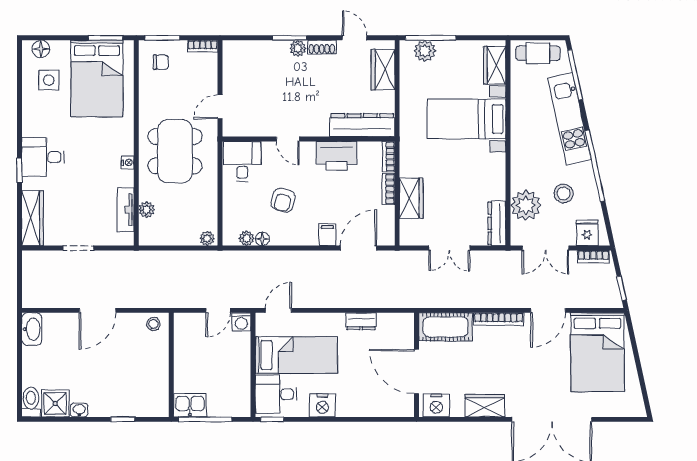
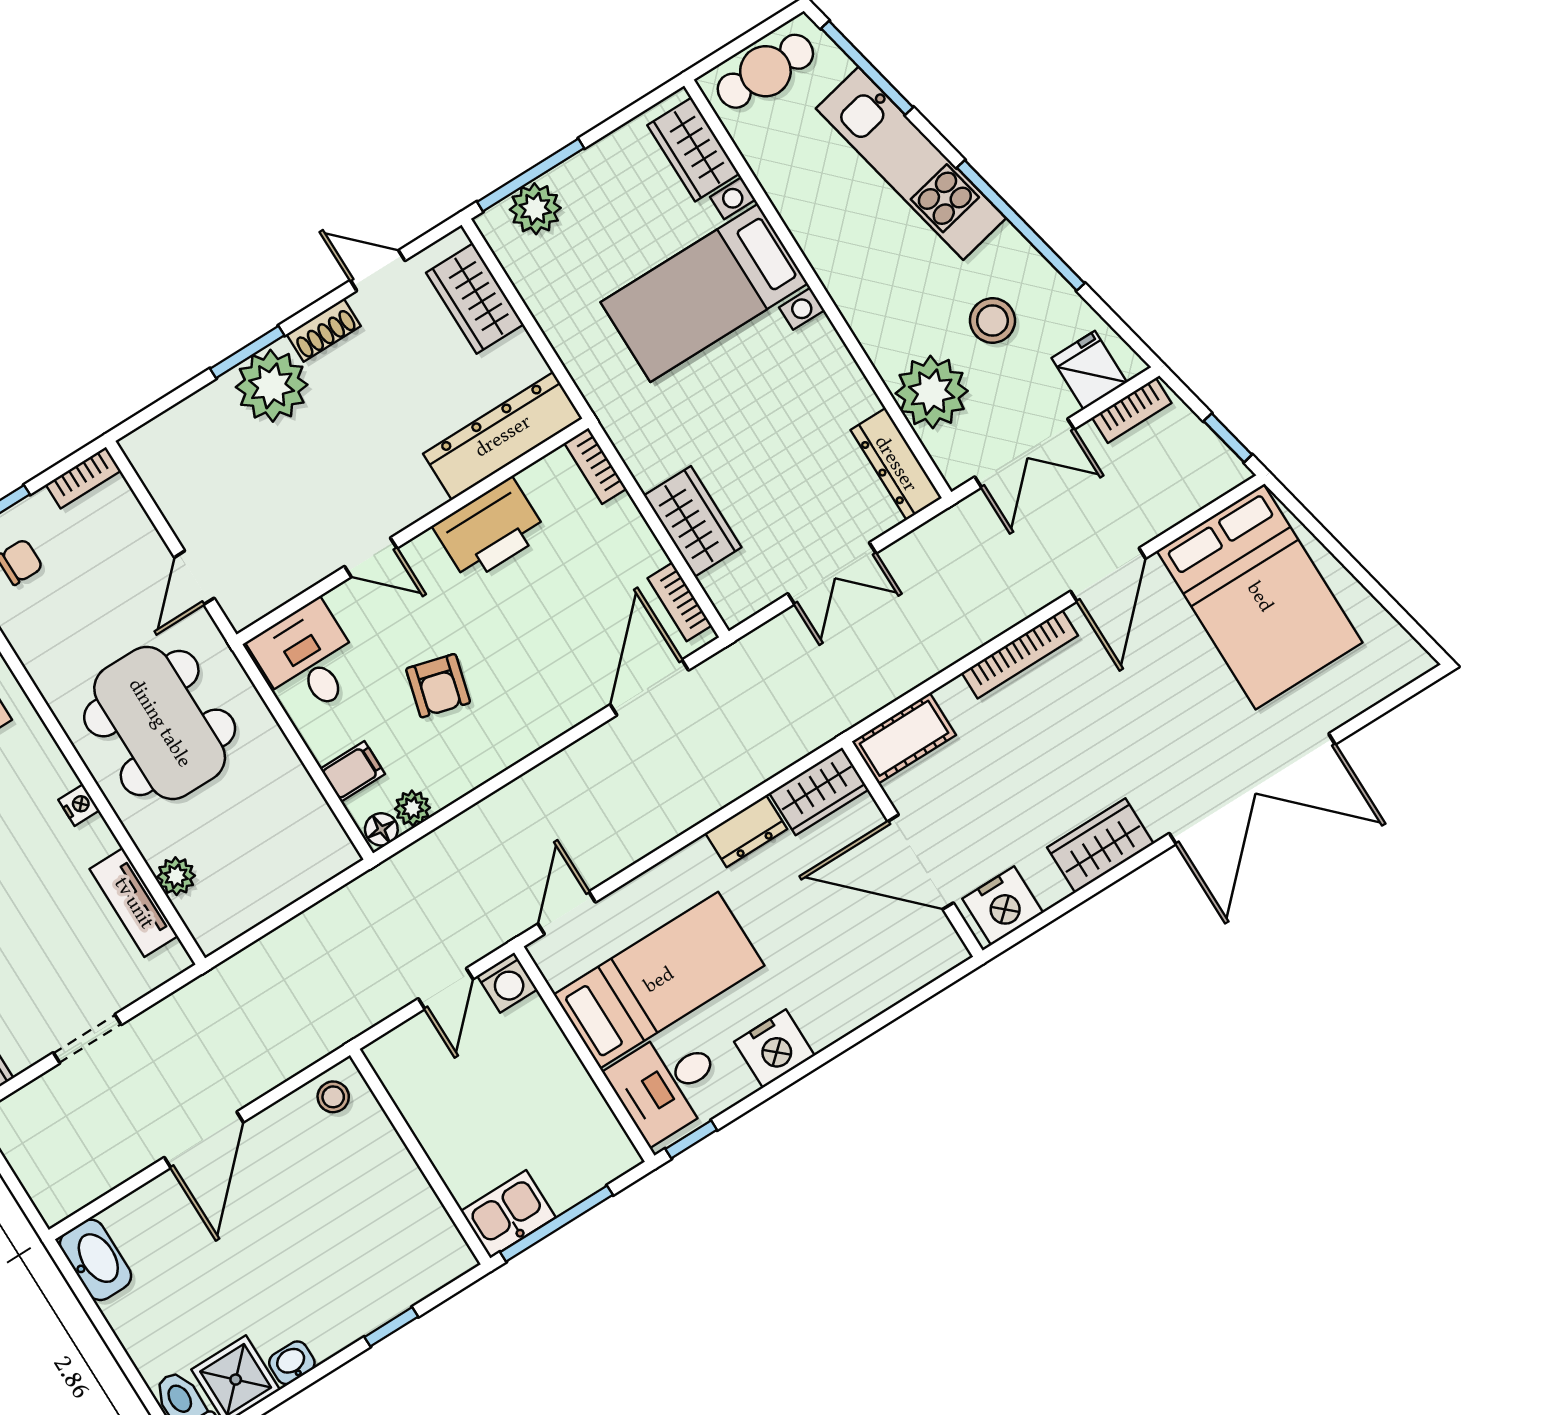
plant: (298, 48) -> (272, 386), width x1.87, depth x1.87
bookcase: (388, 189) -> (680, 602), moved
filing cabinet: (327, 235) -> (353, 771), moved, turned 90
plant: (207, 238) -> (334, 858), removed
floor lamp: (262, 239) -> (381, 829), moved
wardrobe: (396, 323) -> (819, 791), added
cot: (445, 327) -> (904, 738), width x0.73, depth x0.75

